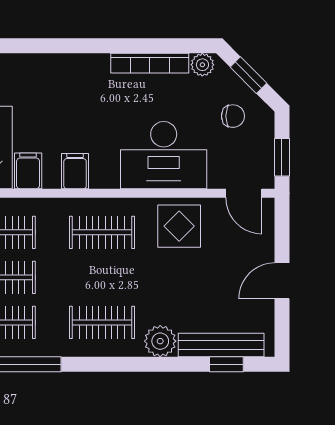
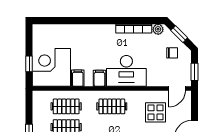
desk: (164, 155) -> (126, 71), moved
door: (244, 193) -> (177, 88), hinge flipped
display table: (179, 226) -> (155, 112), moved

